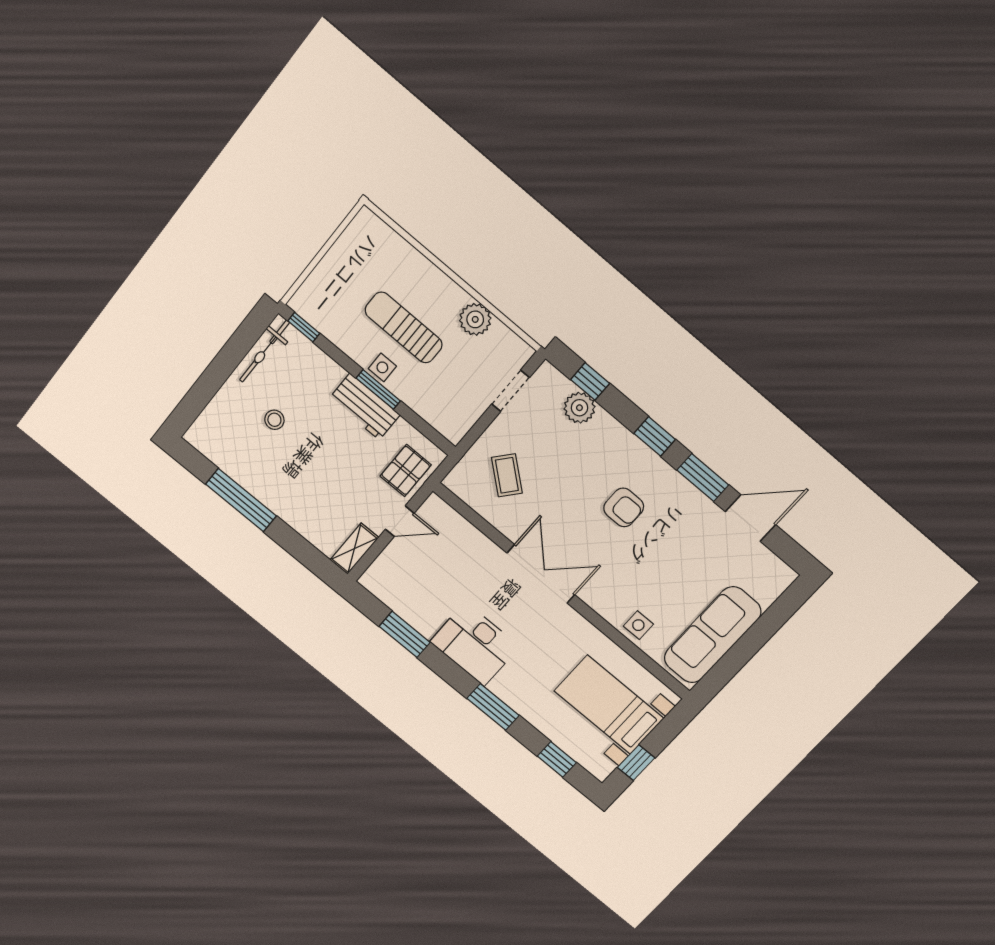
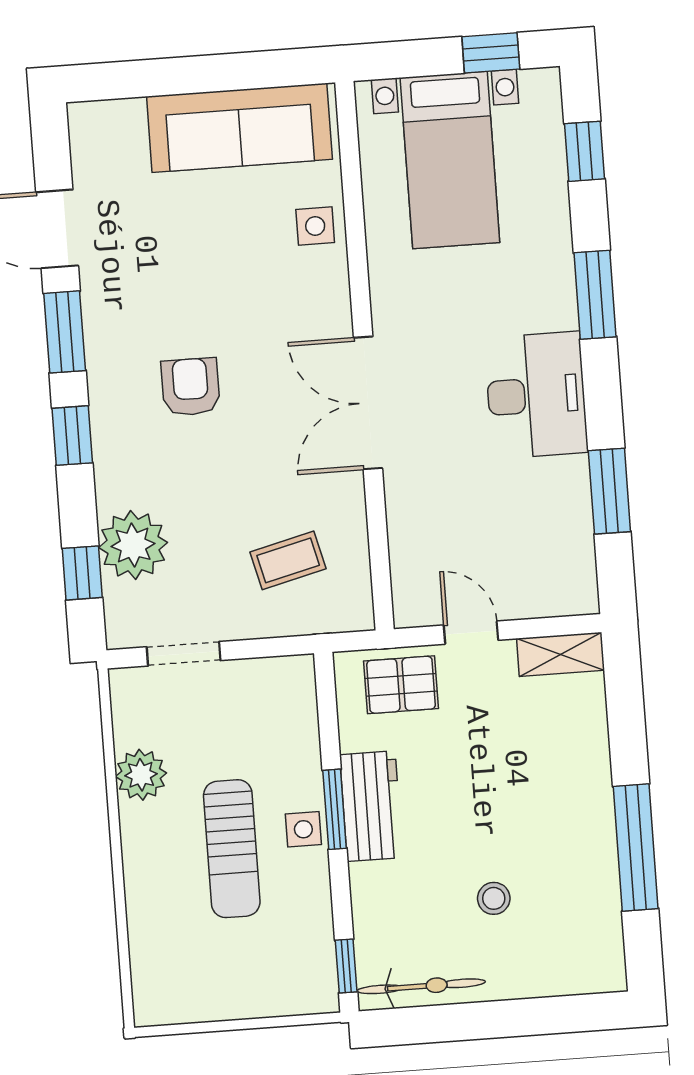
plant: (579, 408) -> (133, 545), width x1.36, depth x1.36
coffee table: (507, 475) -> (288, 560), turned 36

